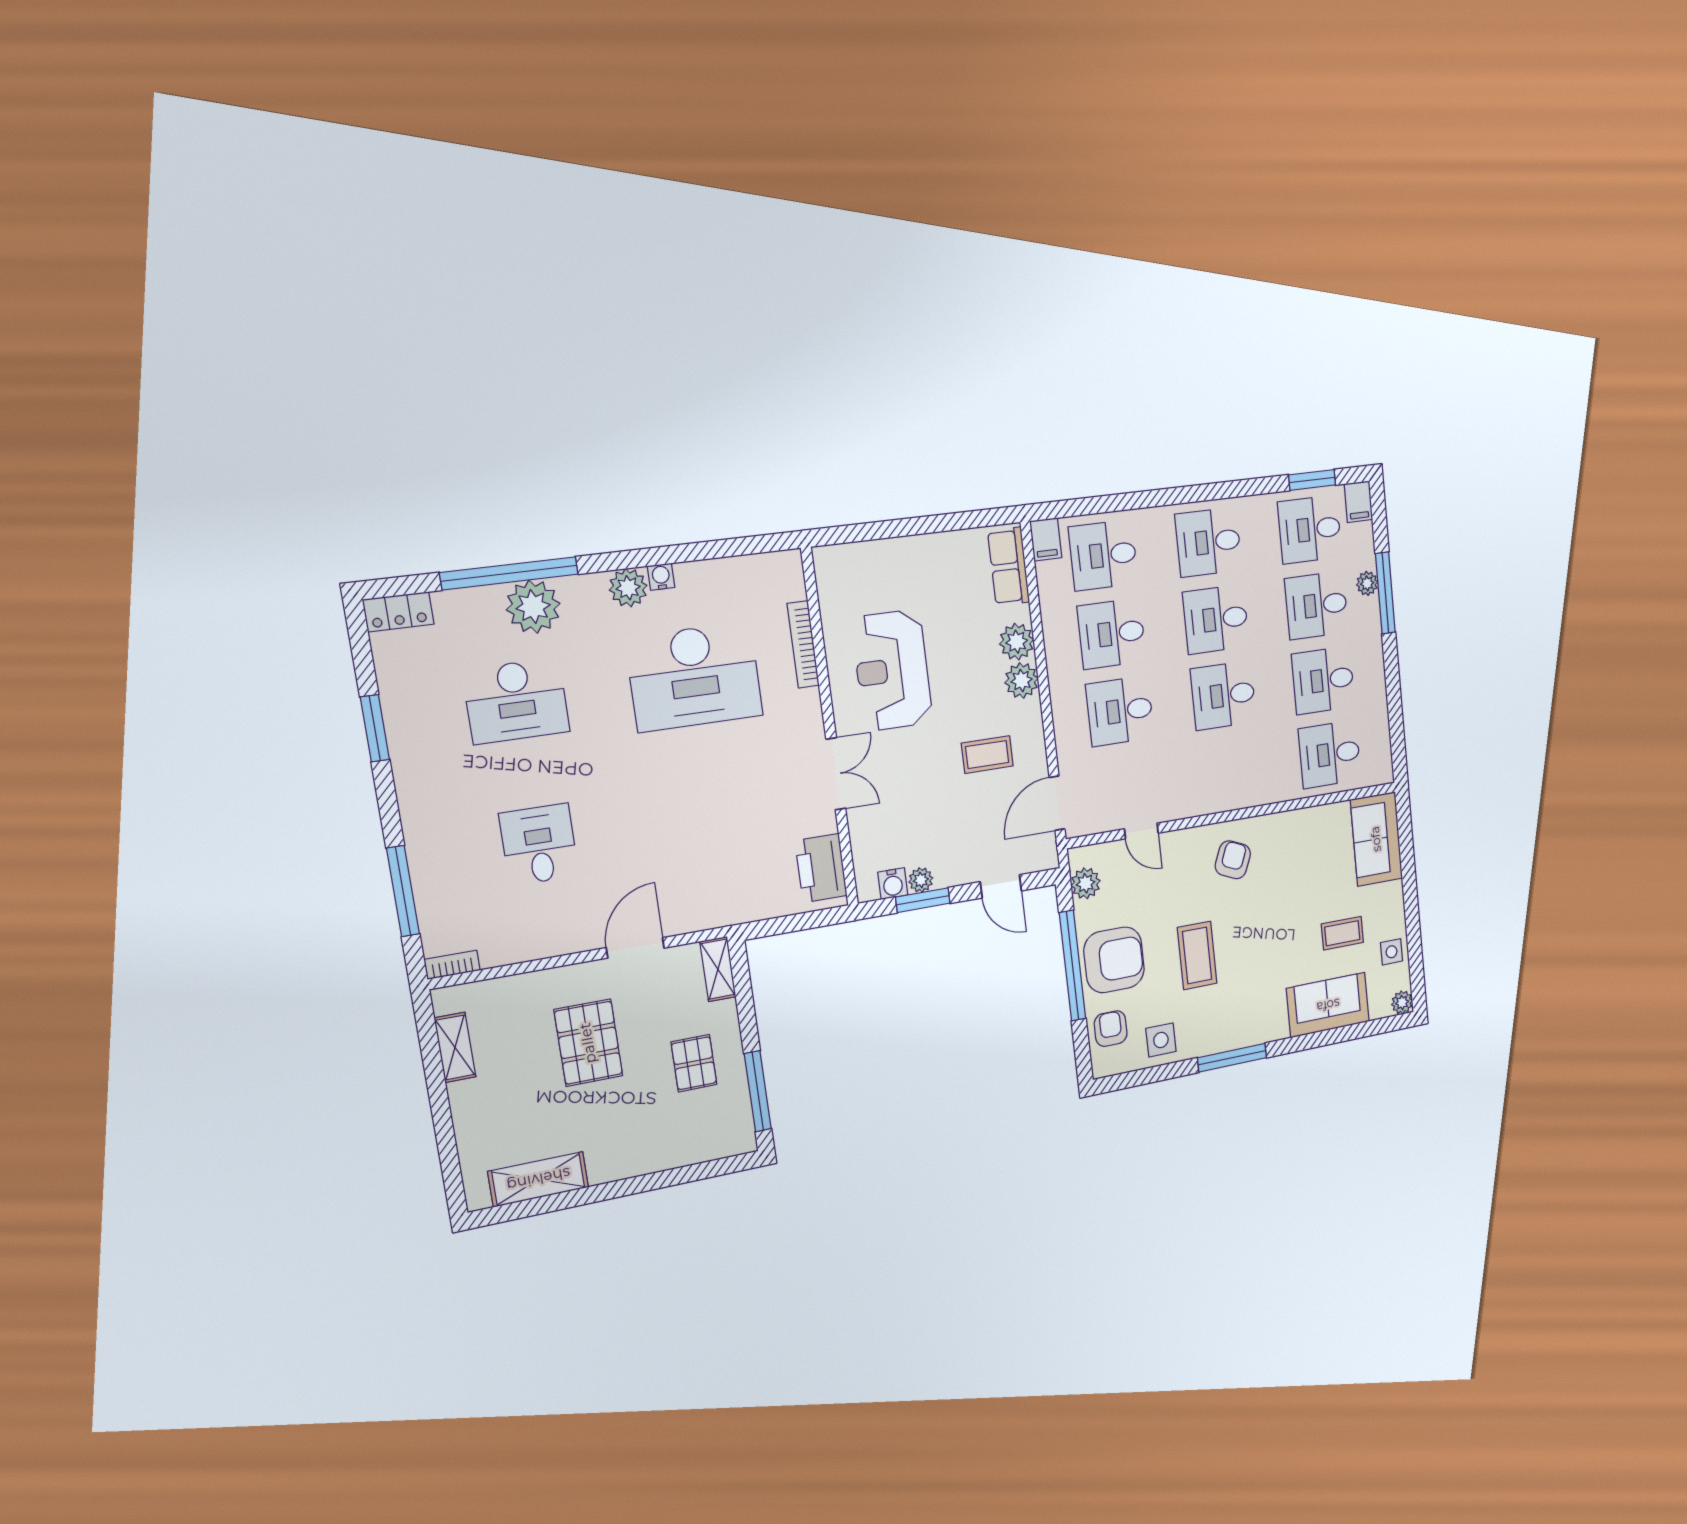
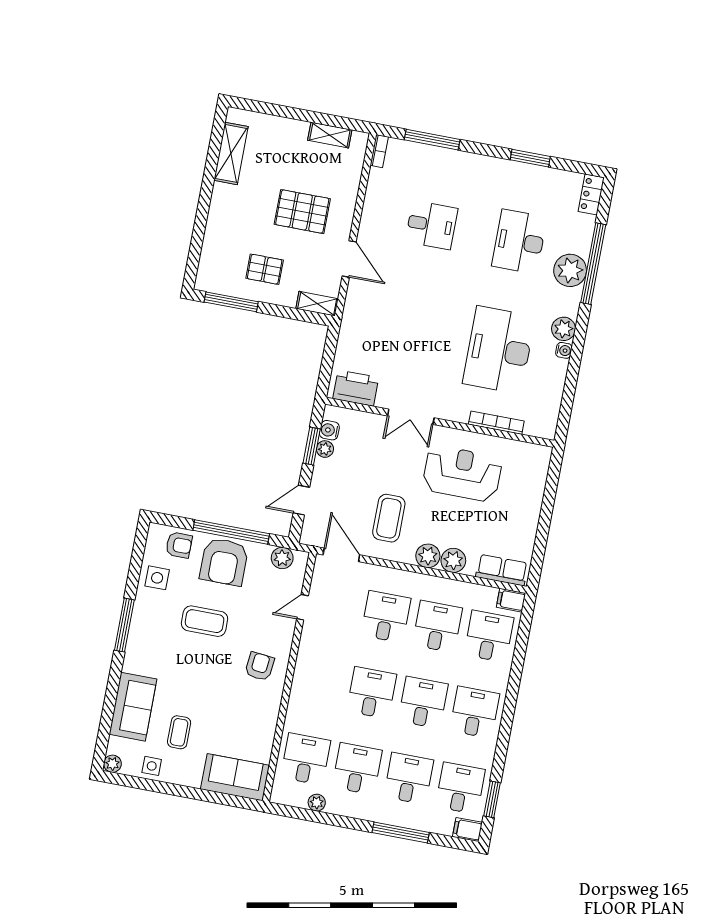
plant: (1367, 583) -> (317, 803), moved
coffee table: (987, 755) -> (389, 518), width x1.36, depth x1.30
armchair: (1233, 860) -> (260, 666), turned -107

